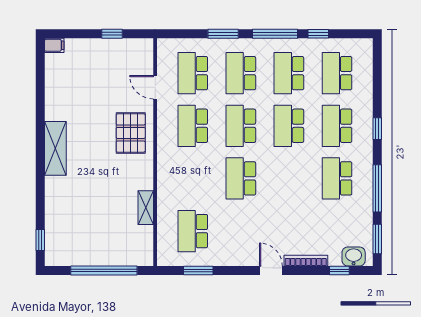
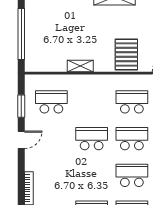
pallet: (131, 133) -> (126, 55), turned 90
shelving: (146, 208) -> (80, 66), moved
door: (271, 270) -> (21, 140), moved

